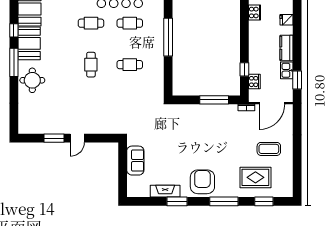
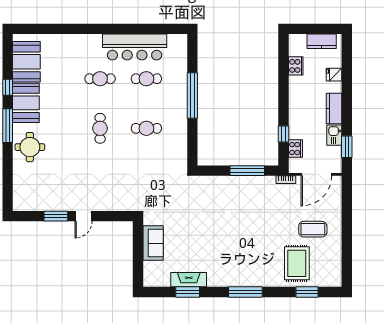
rug: (255, 177) -> (297, 263), turned 90
armchair: (202, 182) -> (233, 269), removed
window: (177, 201) -> (188, 292), moved
window: (224, 201) -> (245, 292), moved

